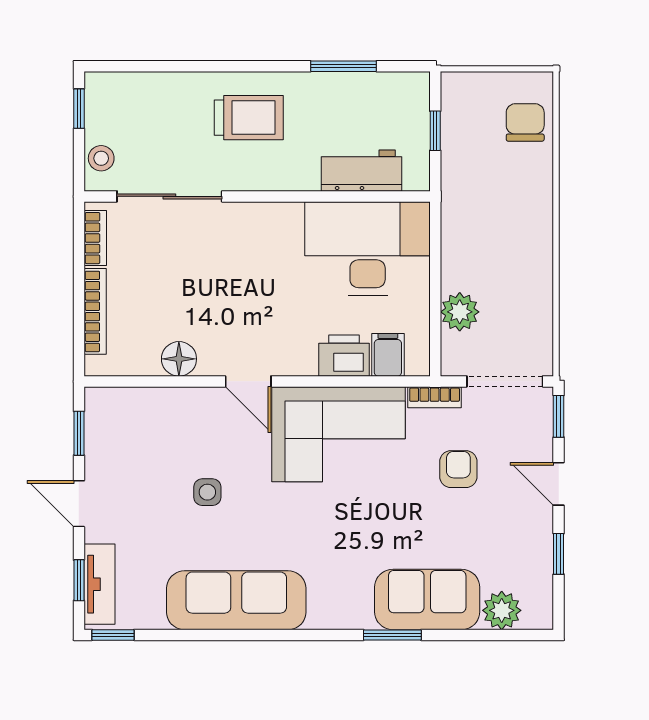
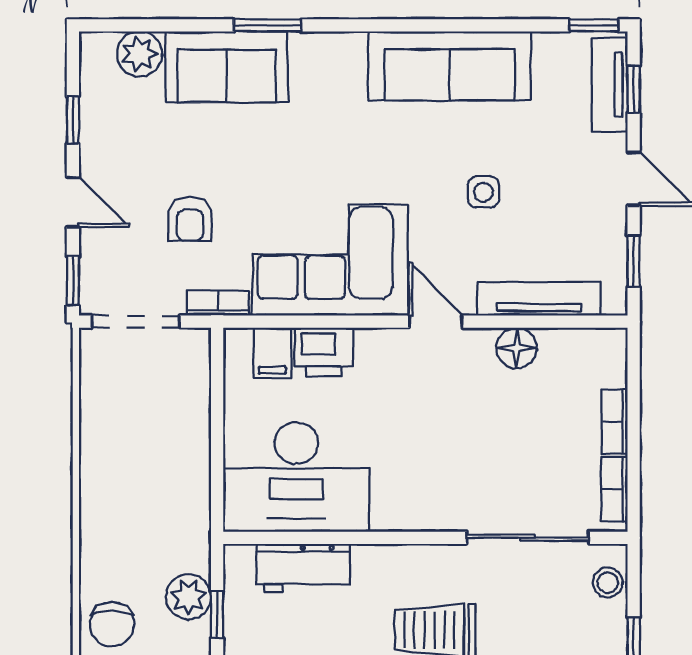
bookcase: (95, 311) -> (615, 422), width x0.64
plant: (460, 312) -> (188, 597), moved
tv unit: (160, 401) -> (539, 299), added

